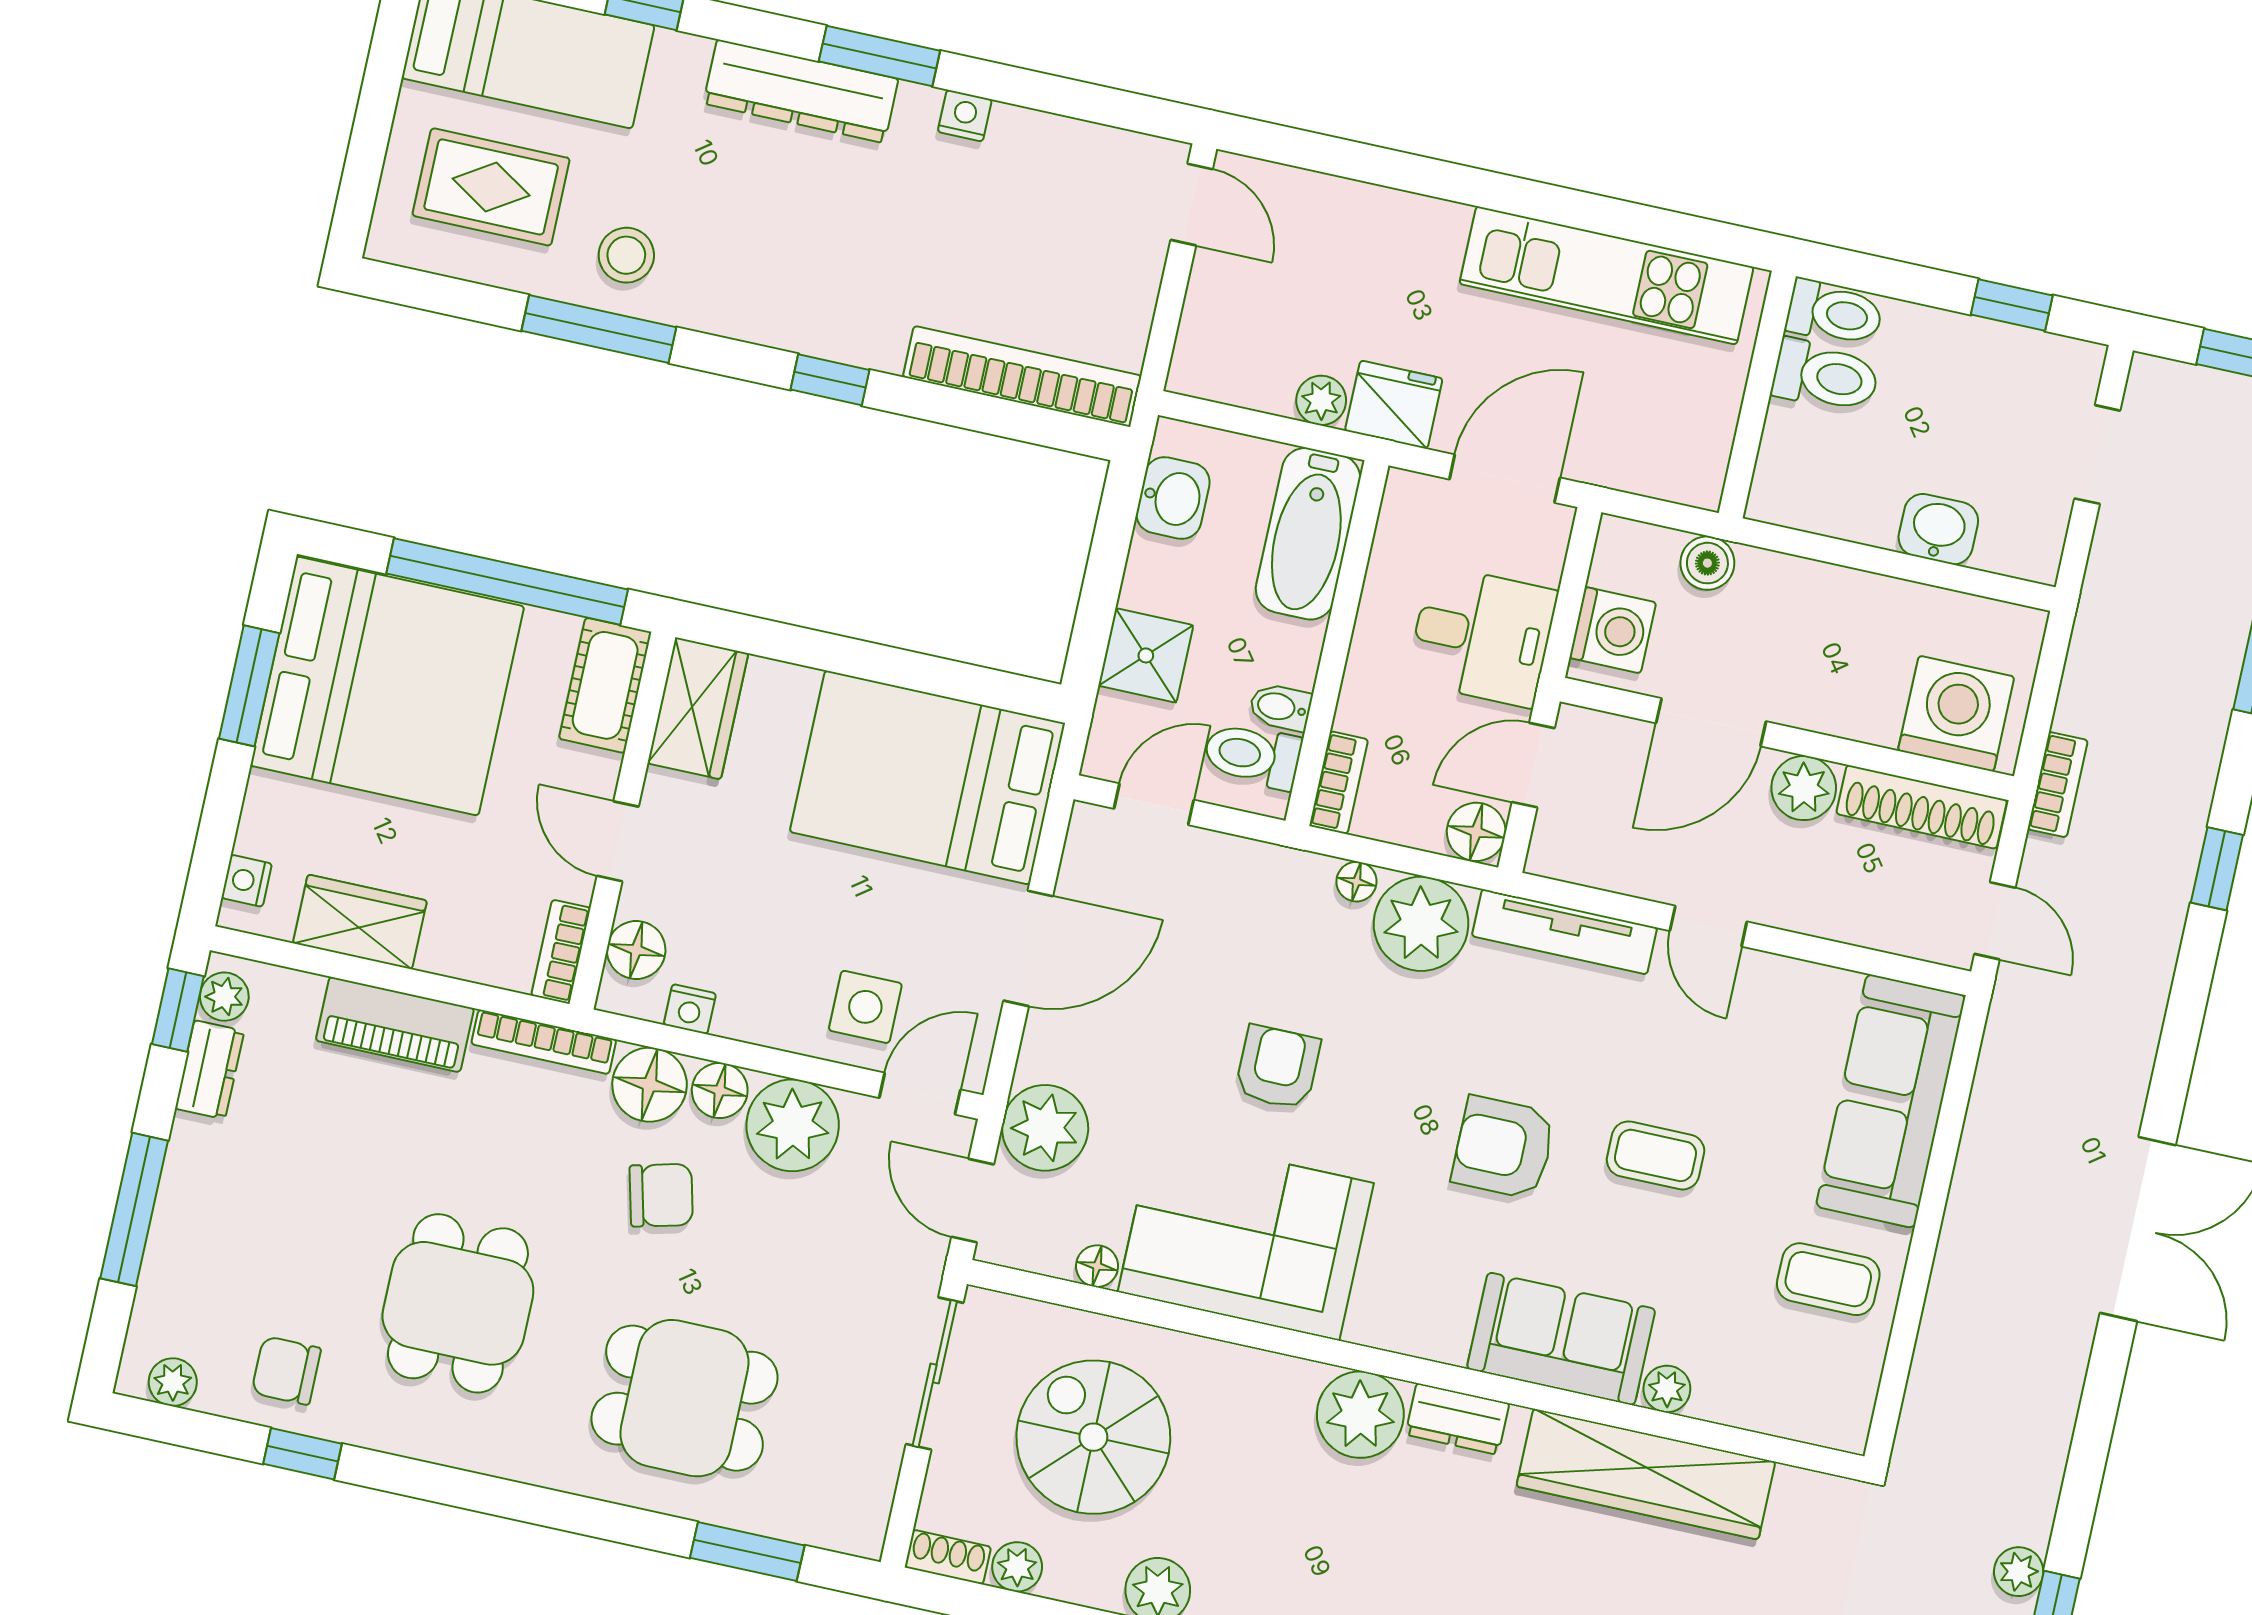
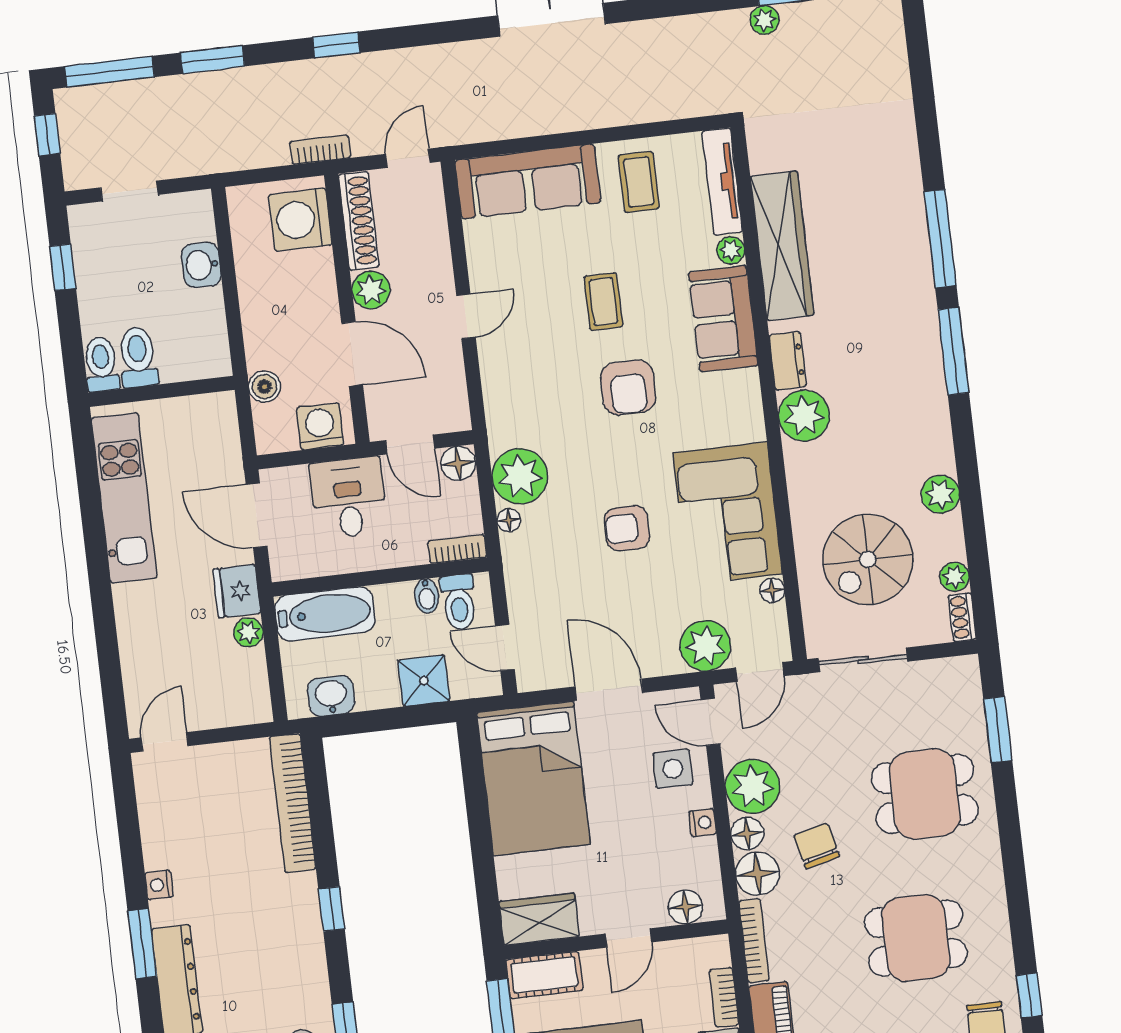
tv unit: (1564, 932) -> (722, 182), moved, turned 180
bookcase: (561, 952) -> (724, 997), moved, turned 90
nightstand: (690, 1009) -> (703, 823), moved
dining table: (684, 1398) -> (925, 794), turned 90

